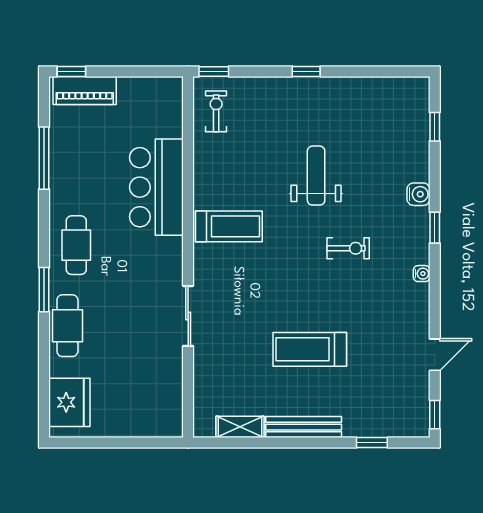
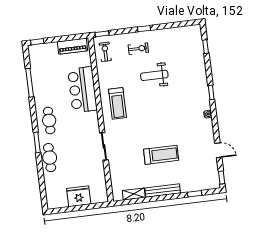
piano: (85, 90) -> (73, 46), moved
weight bench: (316, 176) -> (154, 75), turned -90
water cooler: (418, 194) -> (202, 78), removed
treadmill: (229, 226) -> (118, 103), turned 90
exercise bike: (348, 248) -> (138, 49), moved
treadmill: (310, 349) -> (161, 155), turned 180
door: (435, 355) -> (218, 150), hinge flipped
fridge: (69, 402) -> (79, 196), moved, turned -90

